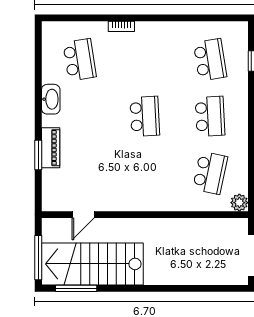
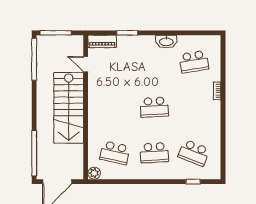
school desk: (210, 60) -> (194, 153), turned 30
piano: (51, 148) -> (102, 41), moved
stairs: (92, 264) -> (69, 108), moved, turned 180
window: (76, 288) -> (34, 59), width x1.46
window: (211, 288) -> (34, 153), added

